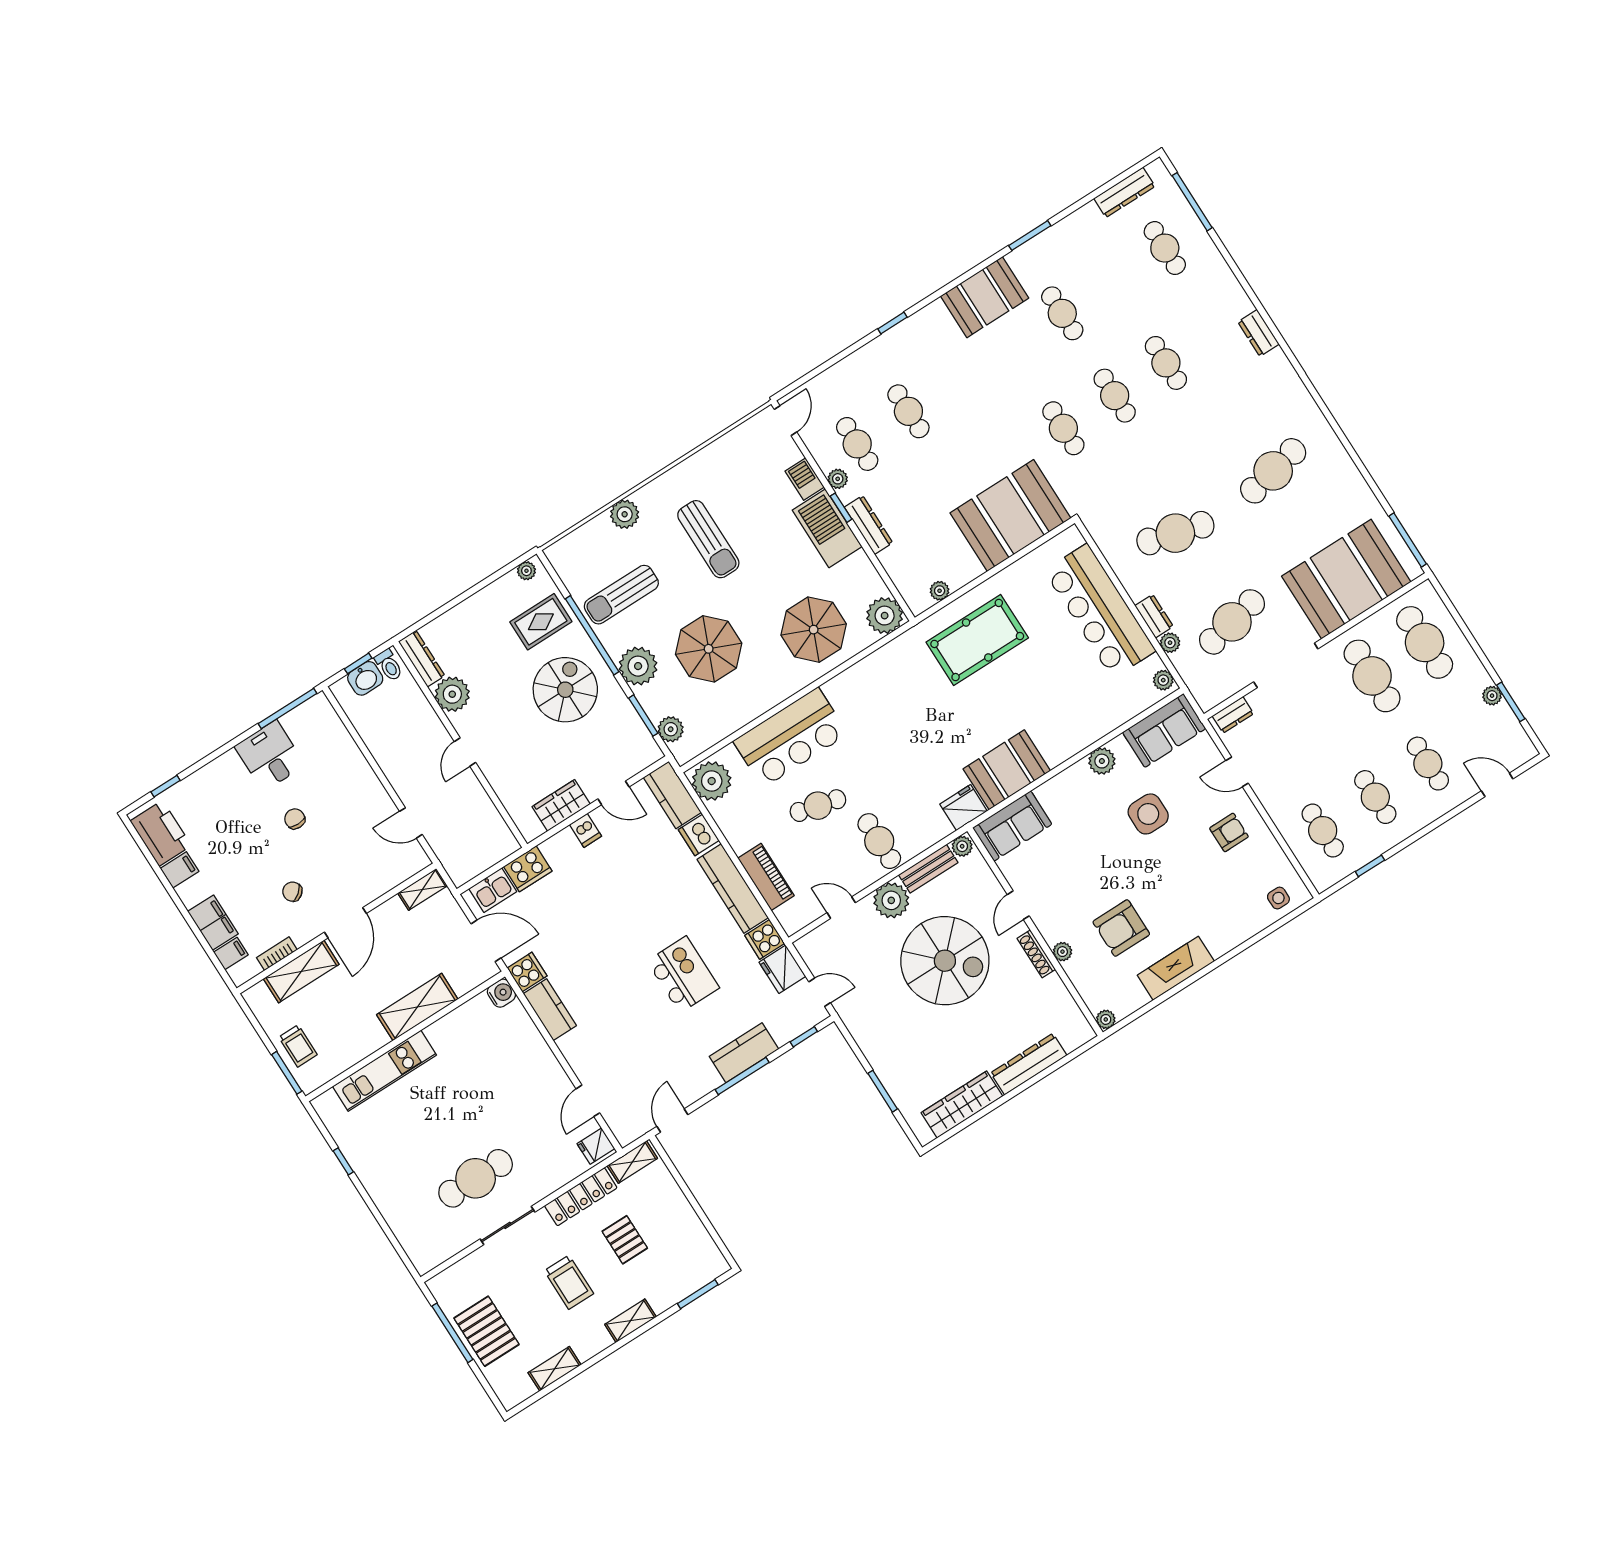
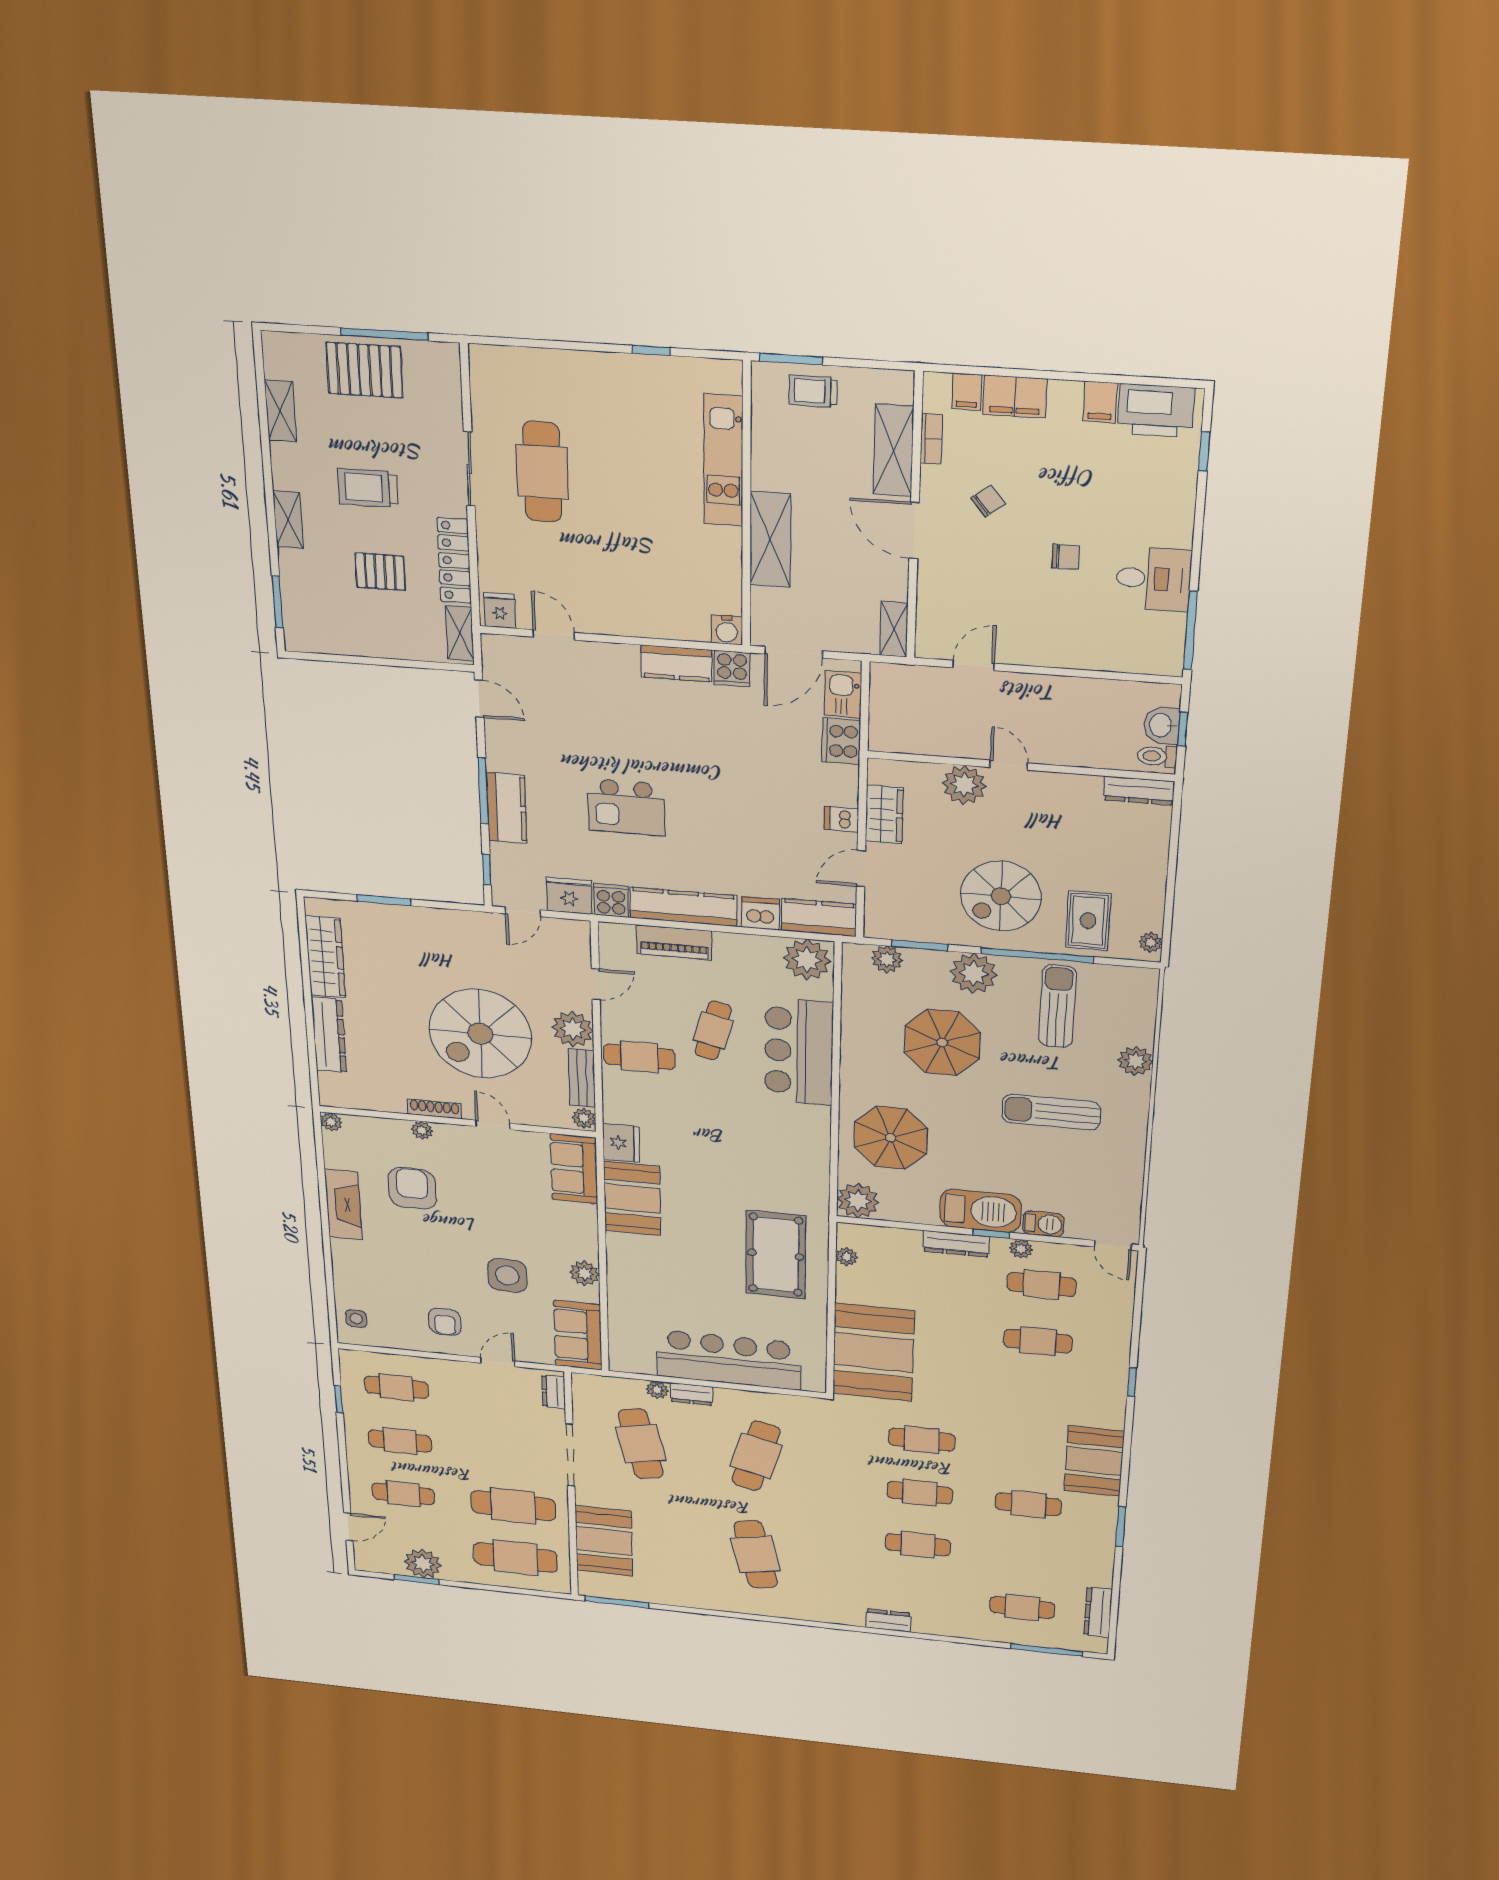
booth: (1346, 579) -> (604, 1541), width x0.73, depth x0.70
plant: (1163, 680) -> (626, 1364), removed
spiral stairs: (565, 690) -> (1001, 896), turned 90
plant: (452, 694) -> (964, 785), moved
plant: (1492, 696) -> (423, 1563), width x1.88, depth x1.88

